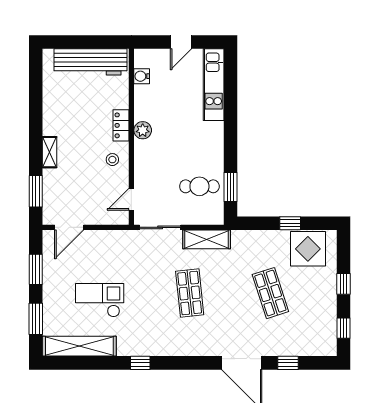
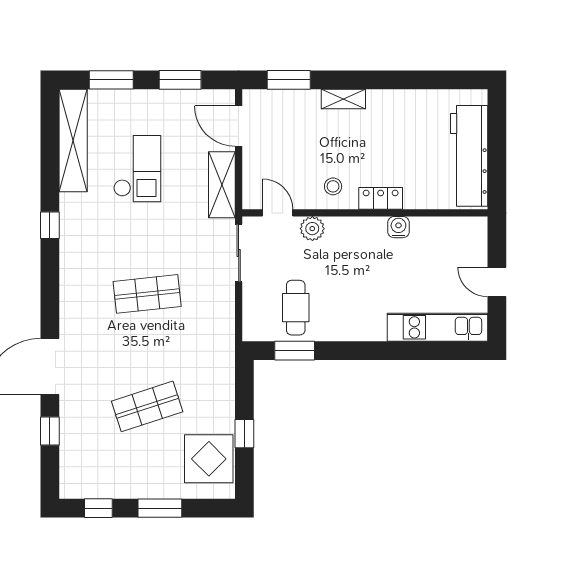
water cooler: (142, 76) -> (398, 227), moved
plant: (143, 130) -> (312, 229), moved
shelving: (207, 239) -> (222, 185), moved
window: (343, 284) -> (160, 508), width x1.50

